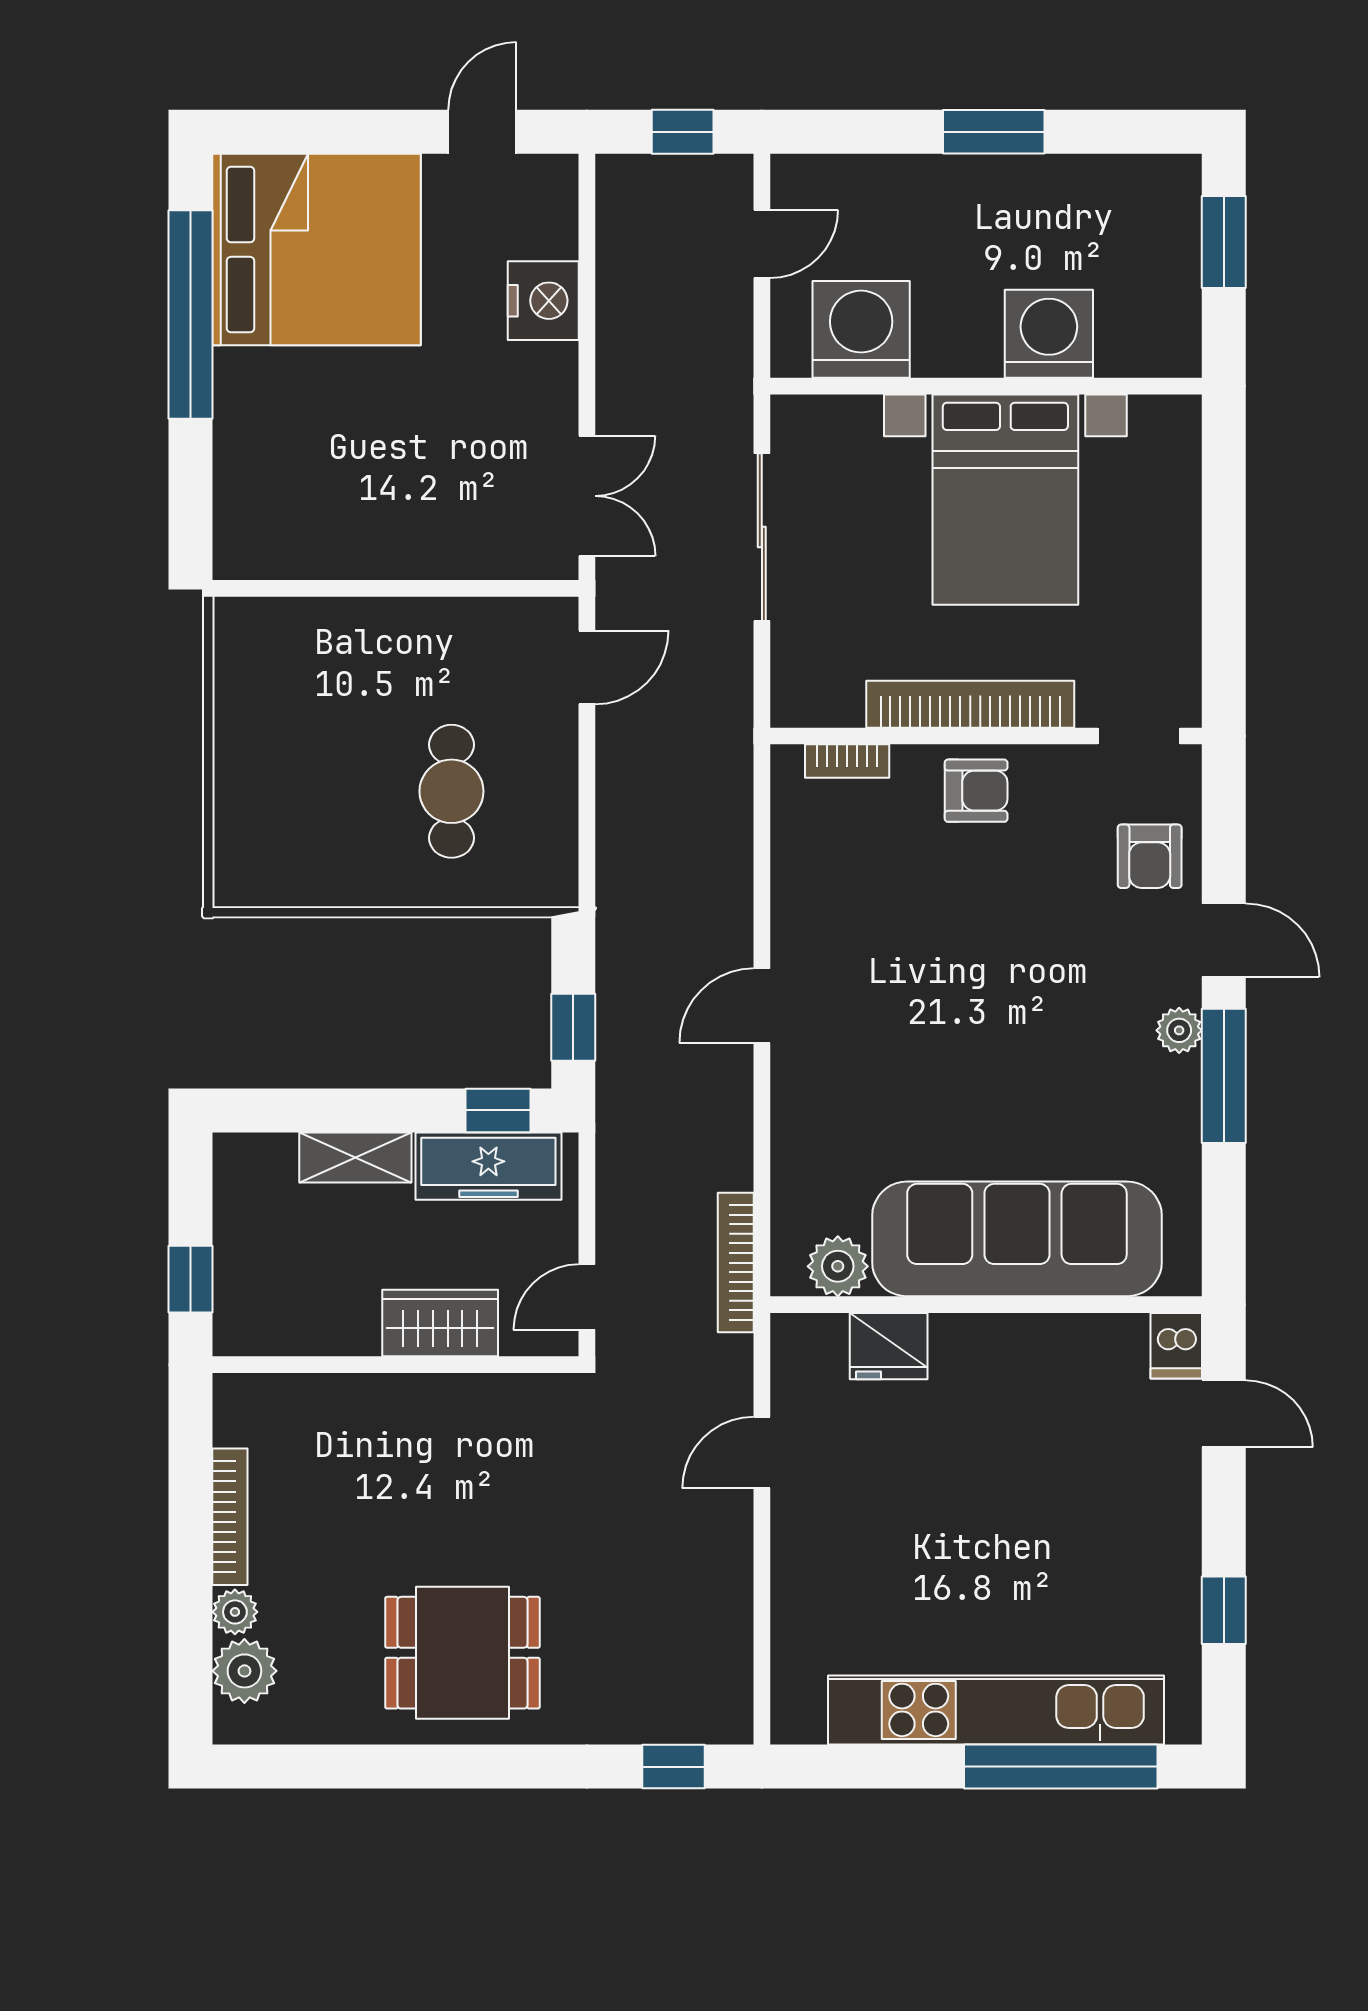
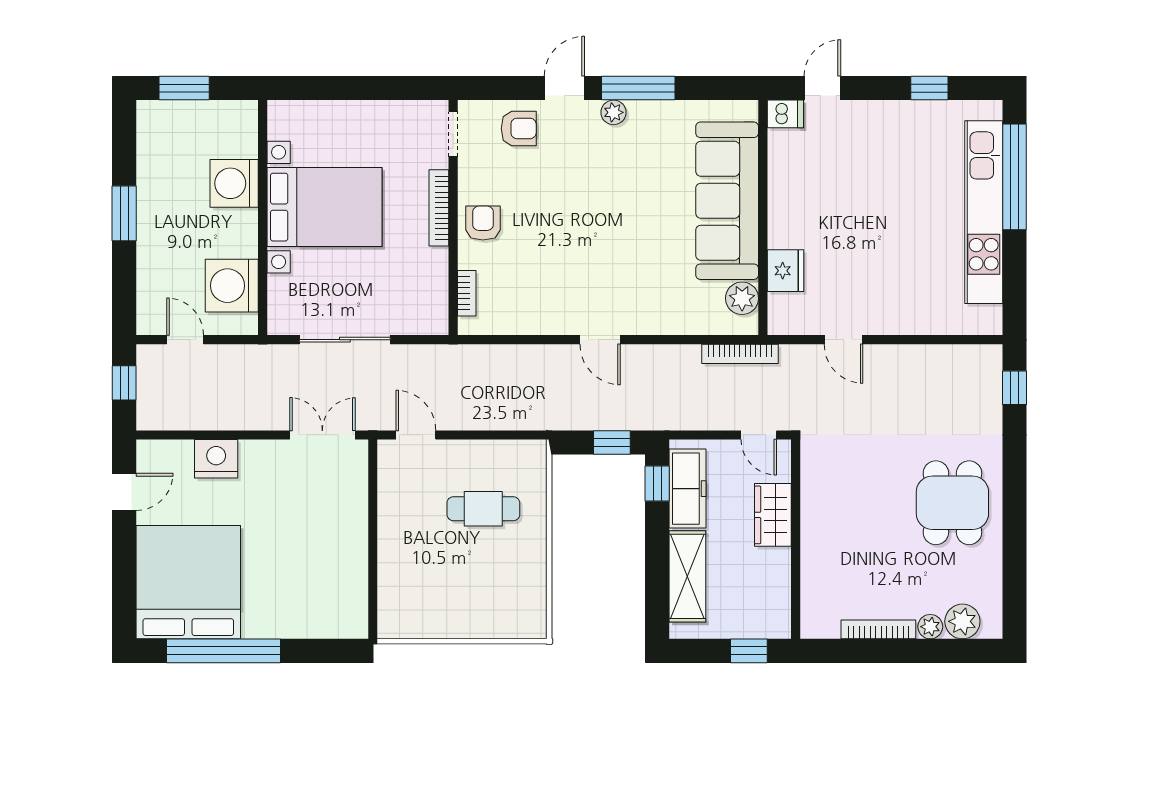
door: (482, 132) -> (124, 492), swing flipped
bookcase: (970, 704) -> (439, 208), width x0.68, depth x0.76
shelving: (355, 1158) -> (687, 576), width x1.50, depth x1.33

